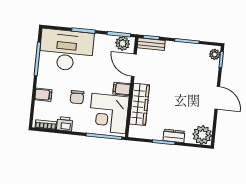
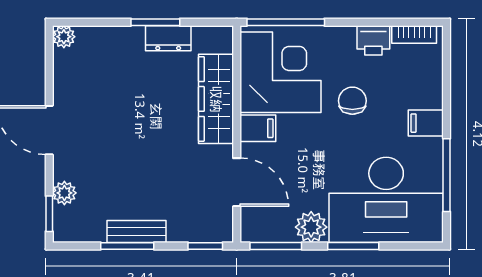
plant: (123, 43) -> (311, 227), moved
bench: (151, 44) -> (137, 231), moved
plant: (215, 54) -> (64, 193), moved
filing cabinet: (43, 95) -> (426, 123), moved
plant: (202, 135) -> (64, 37), width x0.53, depth x0.53
dresser: (174, 136) -> (168, 38), moved

